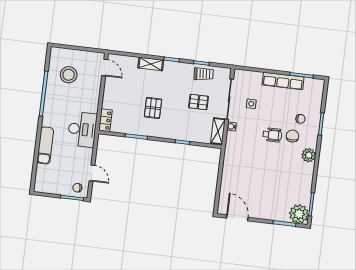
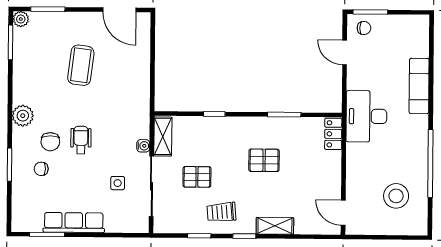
trolley: (204, 74) -> (221, 212), moved
pallet: (153, 108) -> (264, 160), turned 90
wheelchair: (272, 135) -> (81, 140), turned 90
coffee table: (267, 184) -> (81, 65), added
plant: (299, 214) -> (21, 19), width x0.53, depth x0.53

